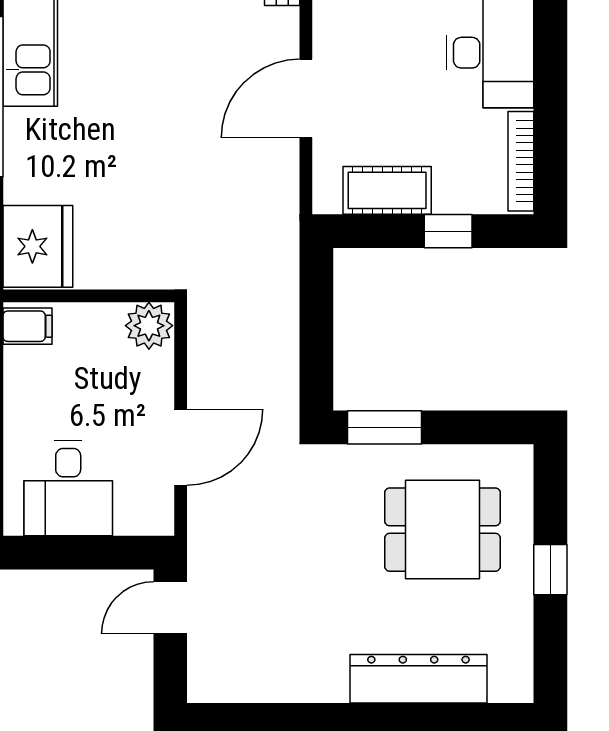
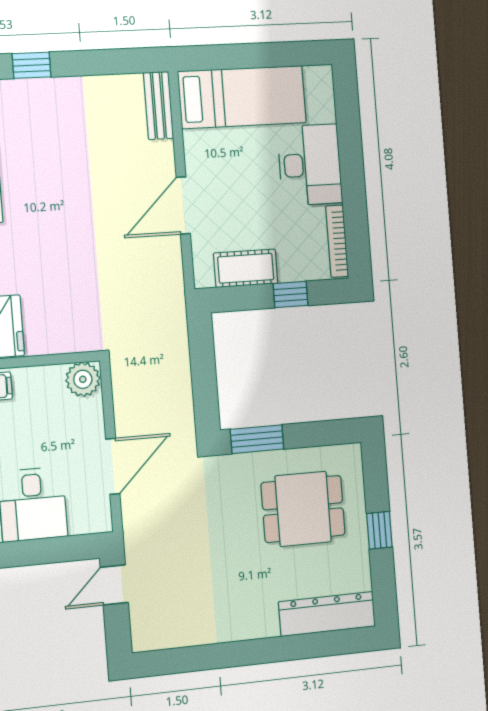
dresser: (418, 679) -> (327, 614), moved

